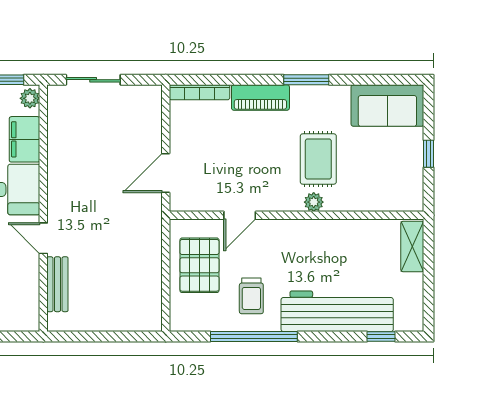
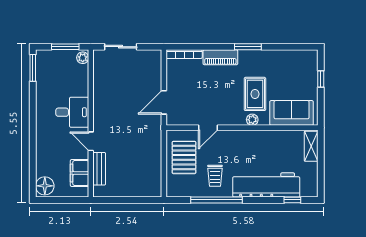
sofa: (387, 105) -> (292, 113), moved, turned 180
filing cabinet: (25, 139) -> (80, 173), moved
window: (428, 154) -> (321, 79), moved

